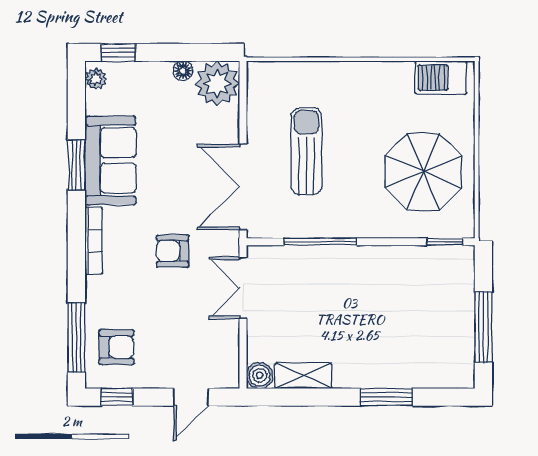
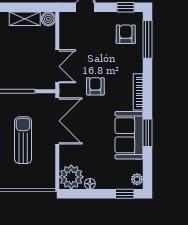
sun lounger: (306, 151) -> (23, 140), turned 180
armchair: (173, 251) -> (95, 86), turned -90
armchair: (117, 347) -> (126, 34), turned 90

